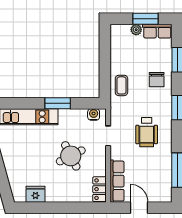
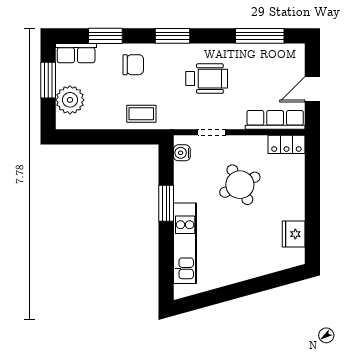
plant: (136, 30) -> (70, 100), width x1.87, depth x1.87
row of seats: (157, 31) -> (76, 53), moved, turned 90

